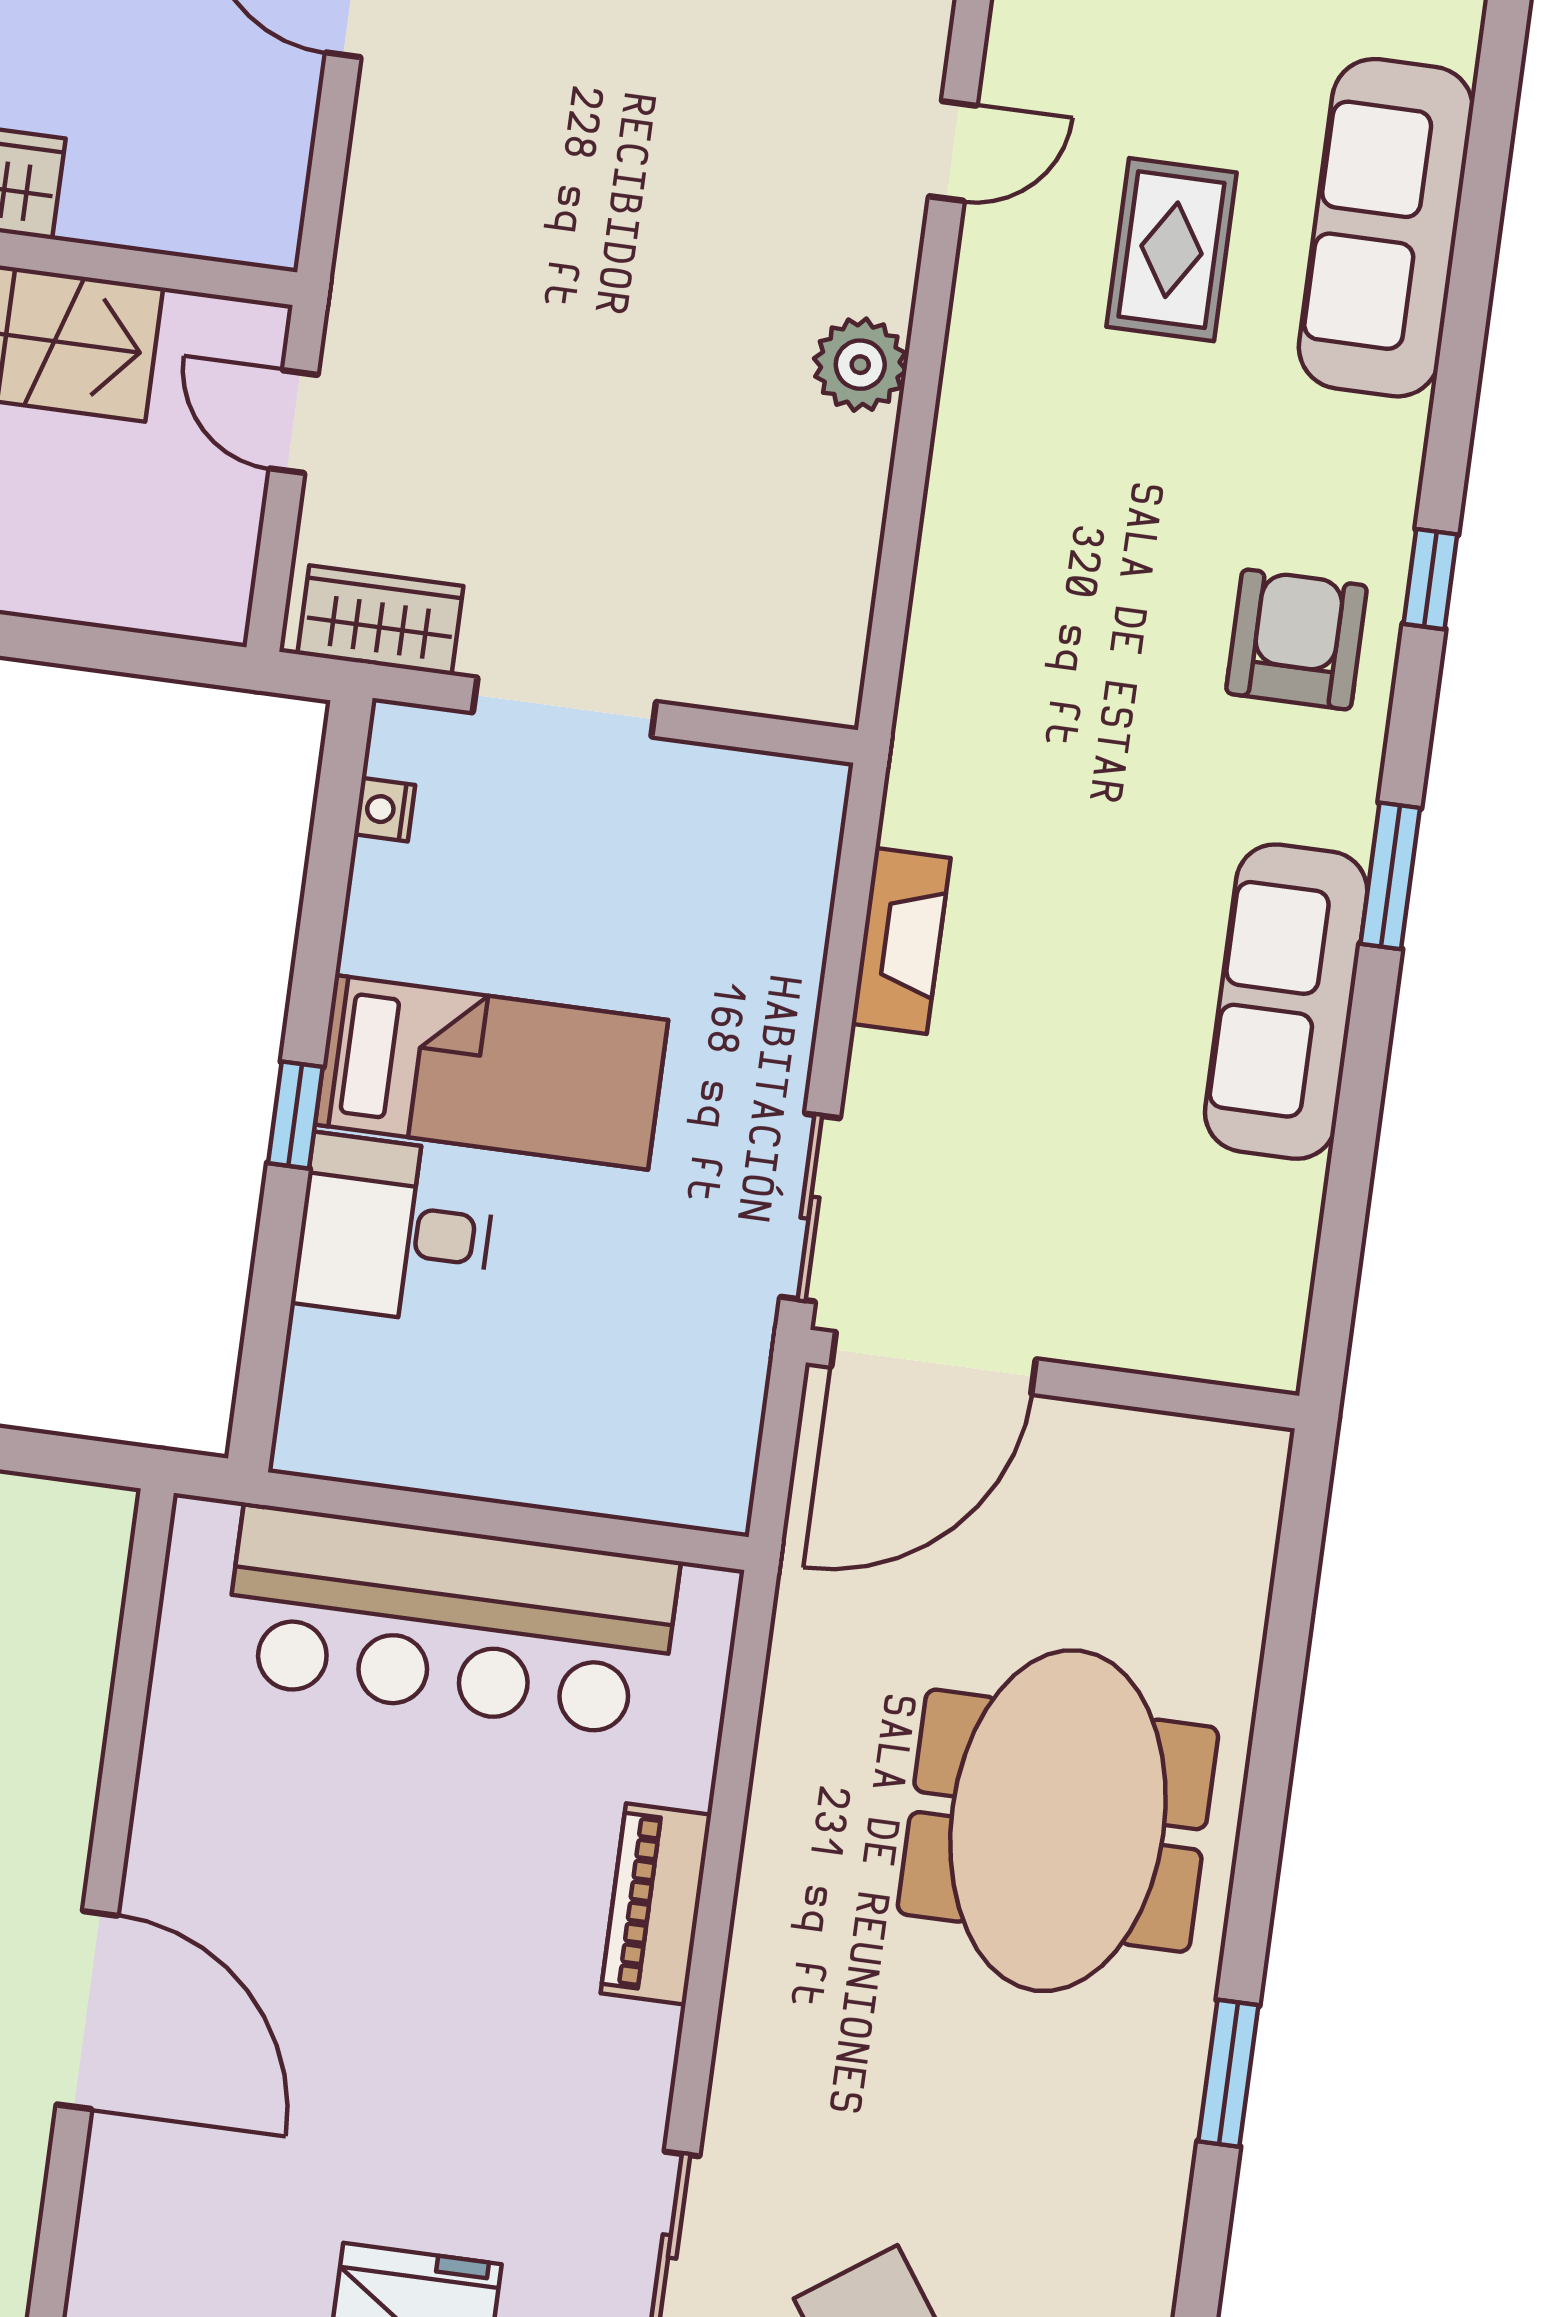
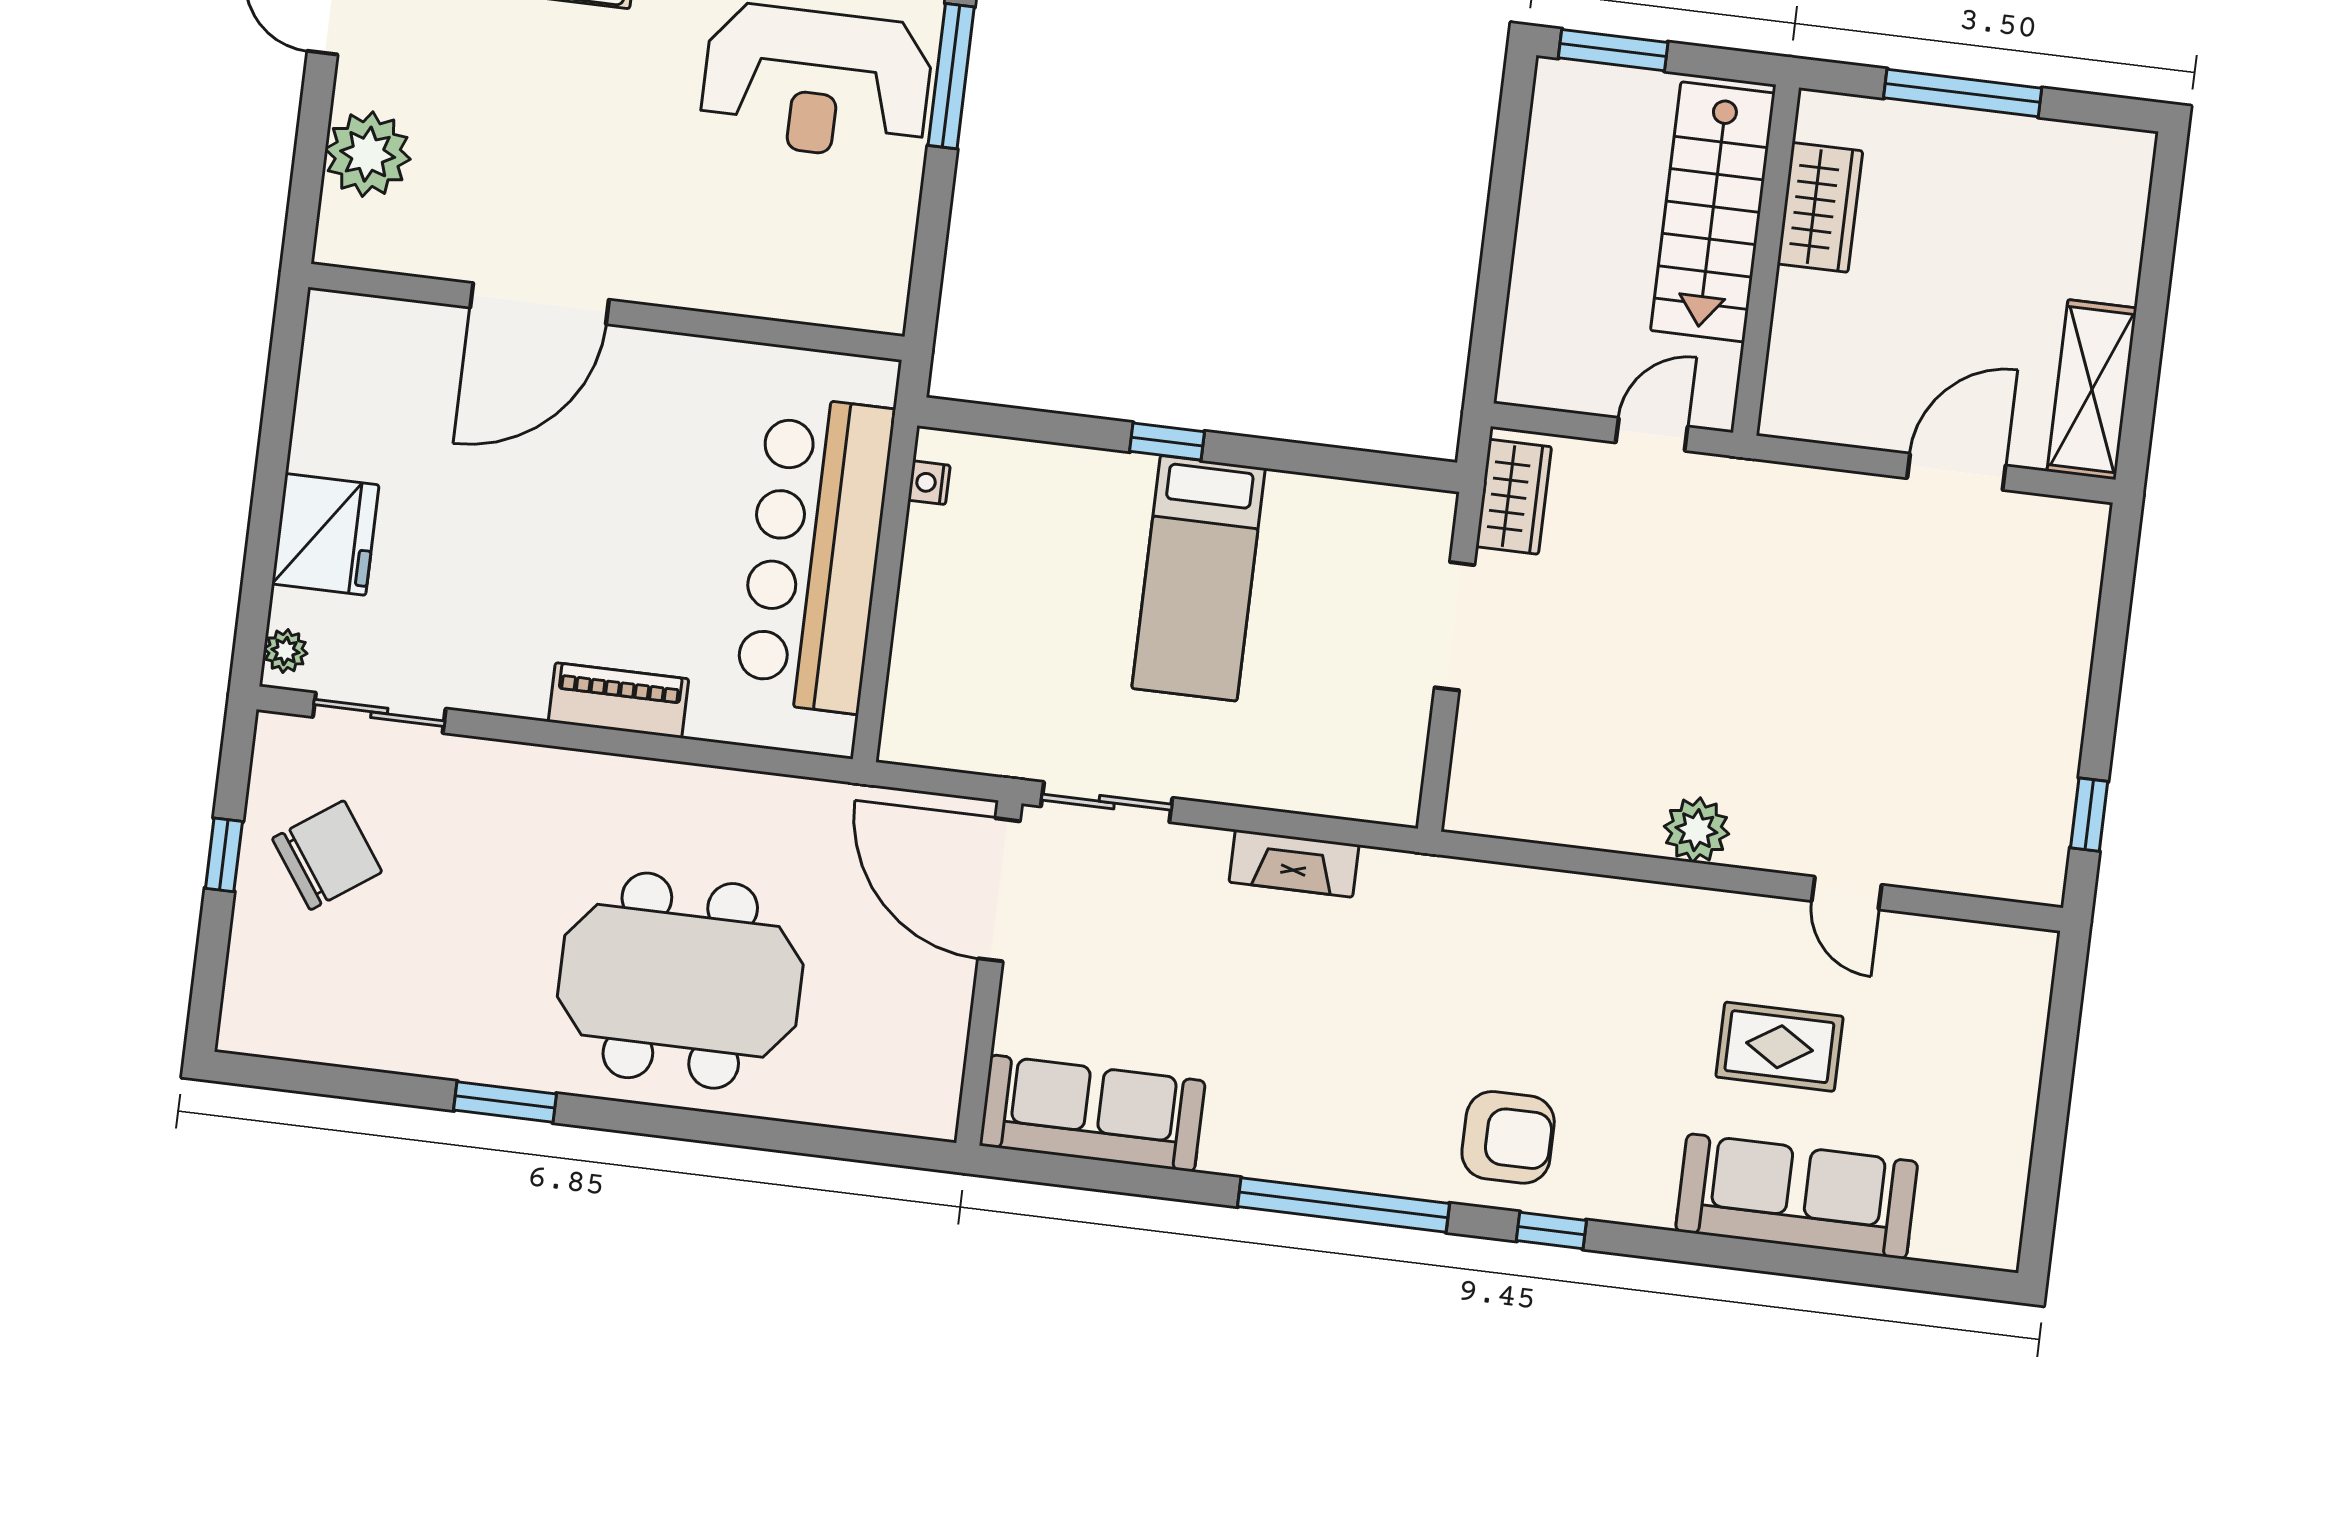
nightstand: (385, 810) -> (929, 483), moved, turned -90
window: (1390, 876) -> (1344, 1205), width x2.11
sofa: (1286, 1002) -> (1092, 1113), moved
desk: (395, 1230) -> (1088, 512), removed

